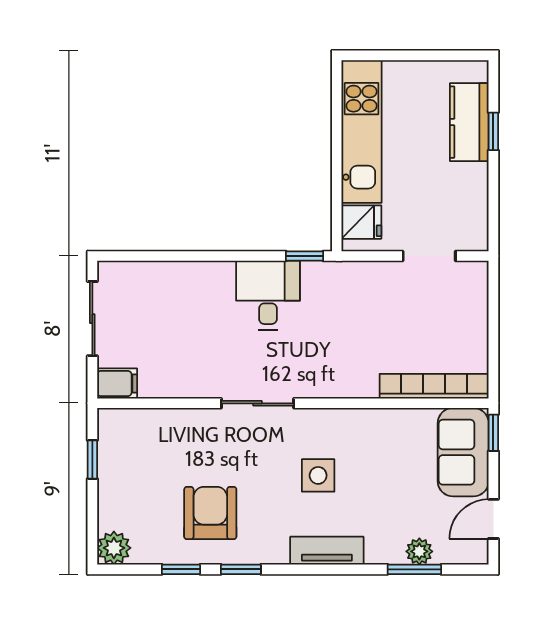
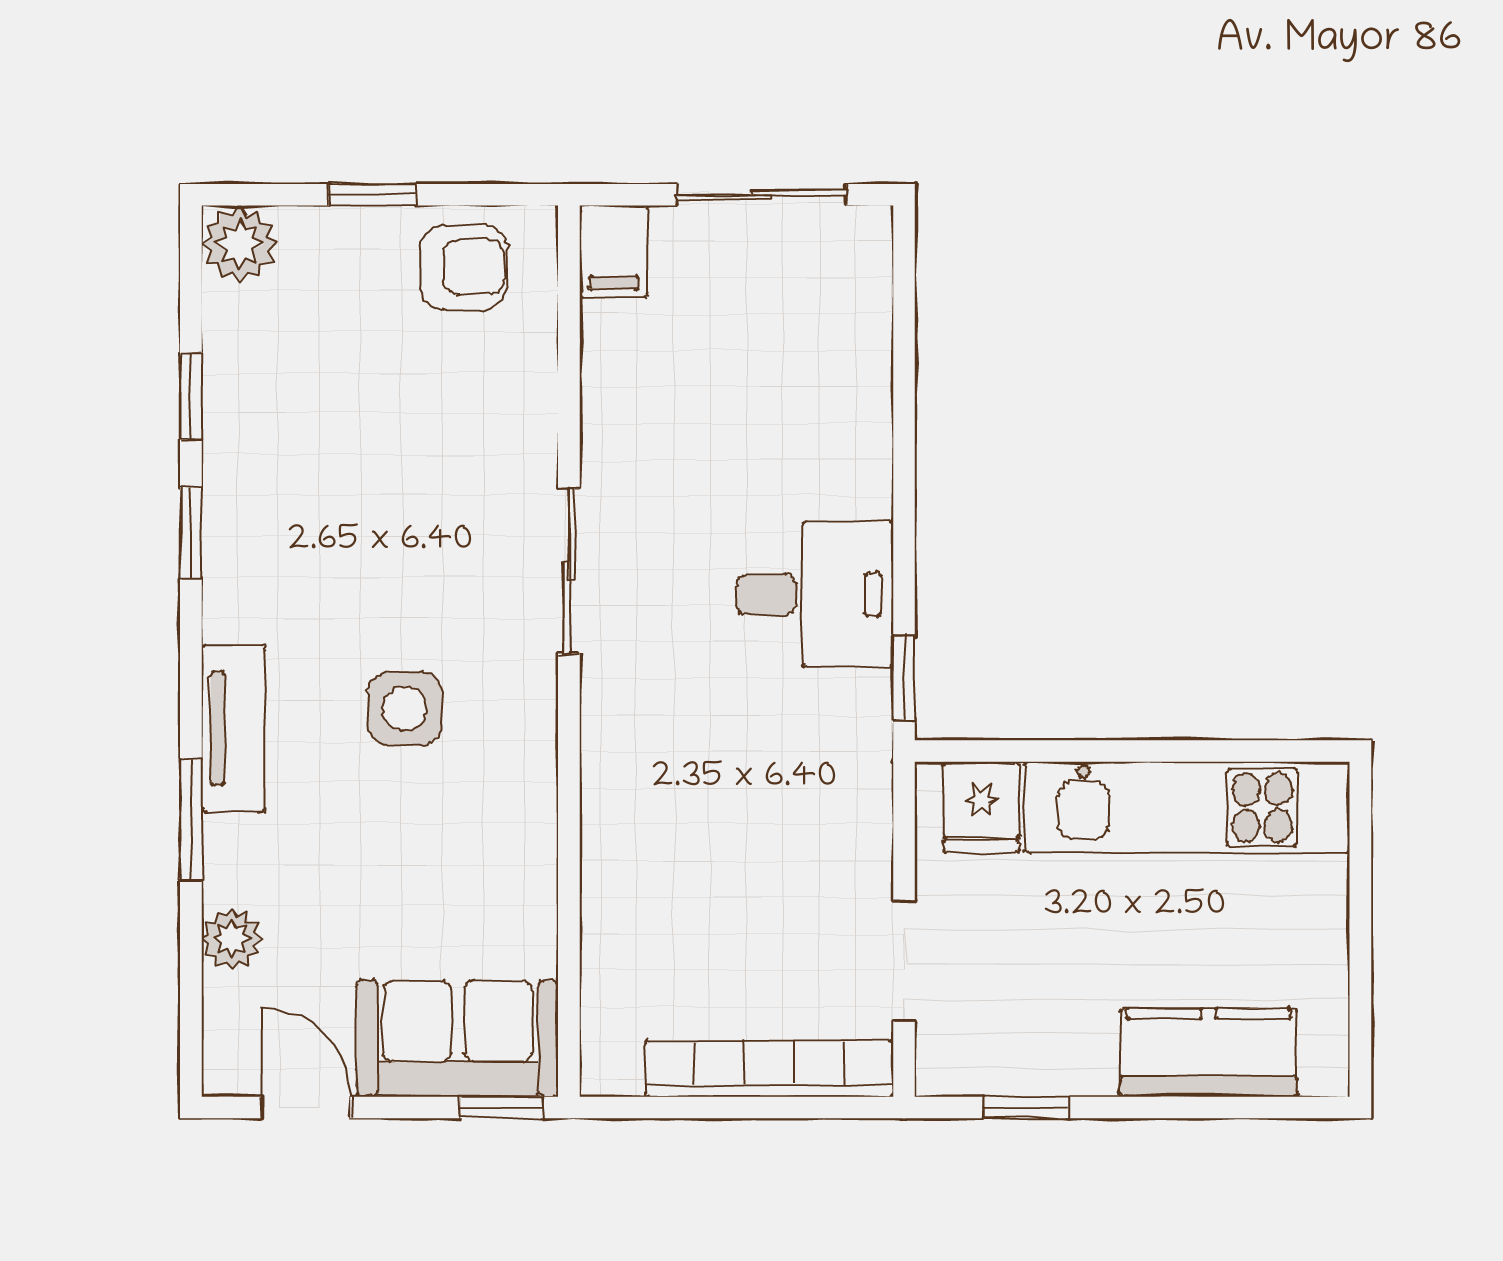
window: (493, 131) -> (1026, 1108), moved
bookcase: (434, 386) -> (769, 1069), moved, turned -90
window: (92, 459) -> (372, 195), moved
armchair: (210, 513) -> (463, 267), moved, width x0.72, depth x0.72
window: (414, 569) -> (191, 820), moved

